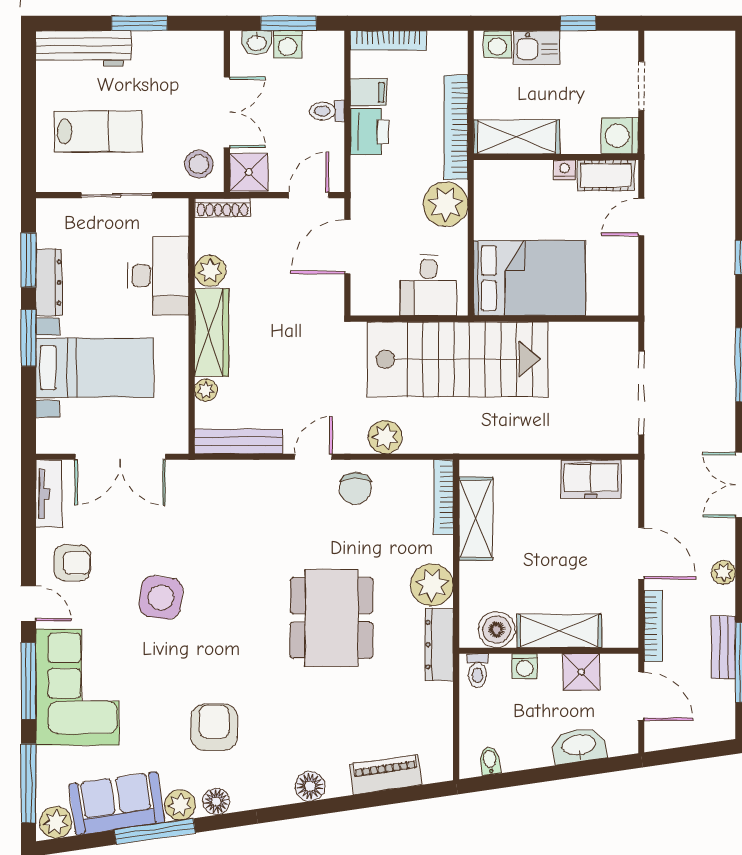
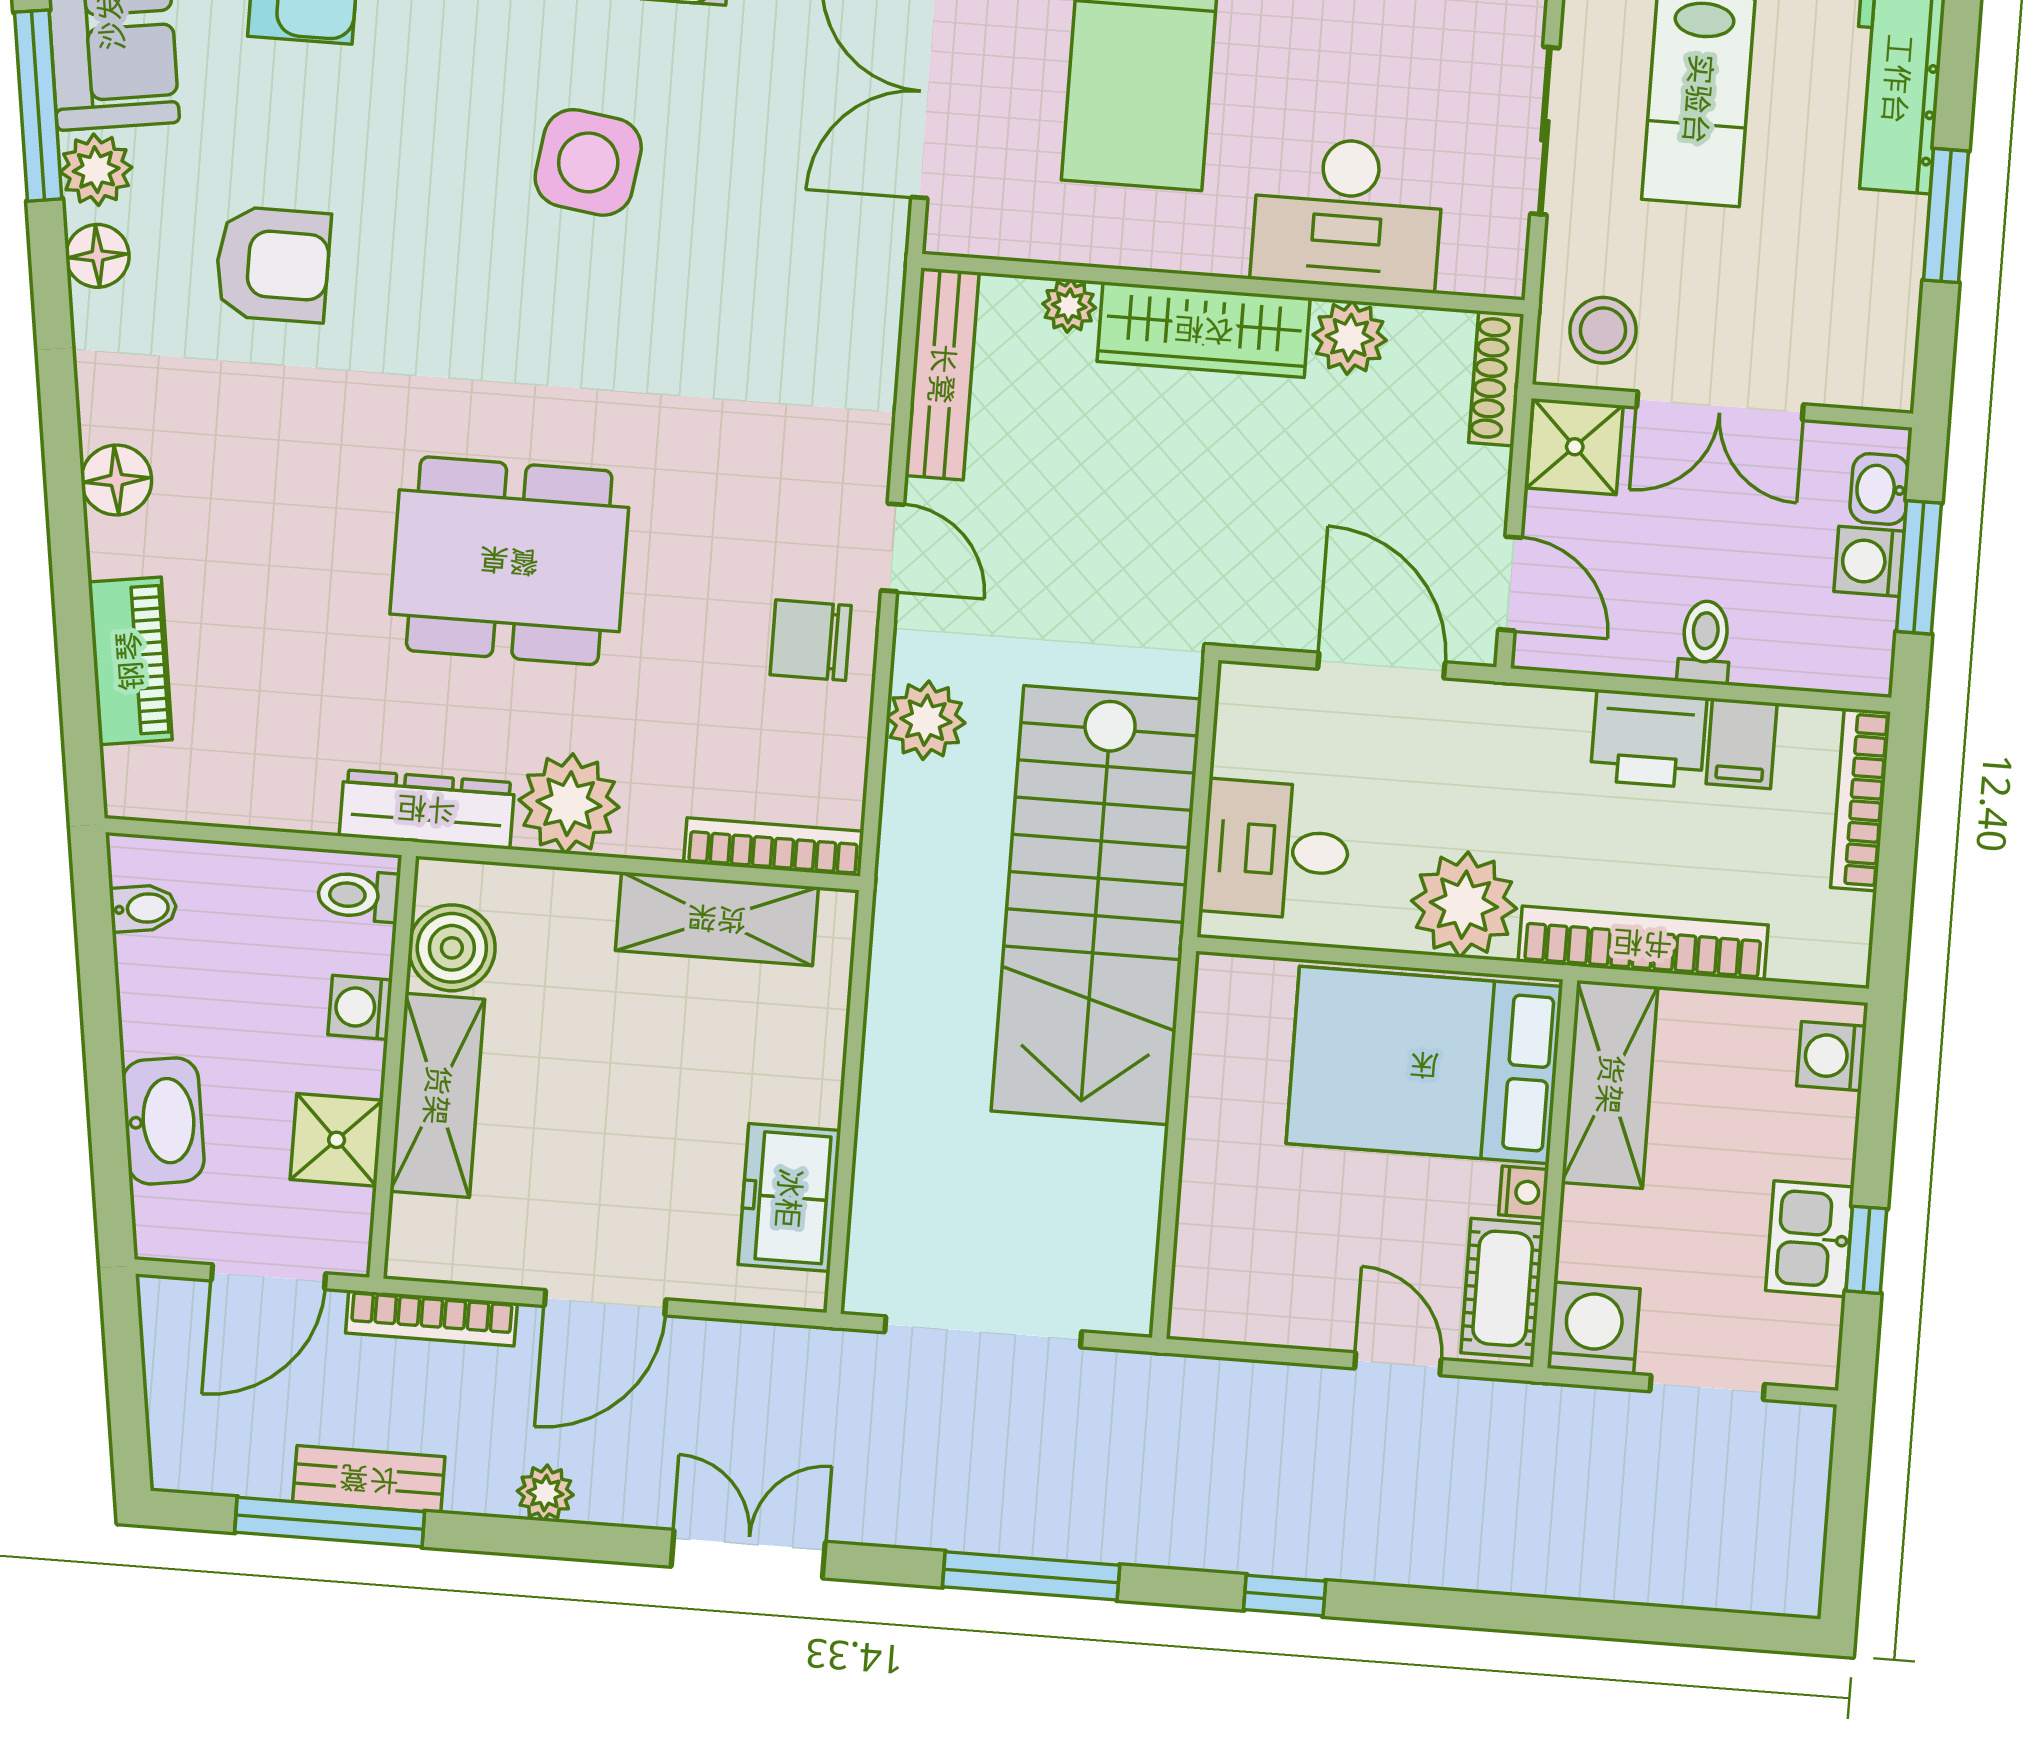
kitchen sink: (537, 47) -> (1810, 1239), moved
bed: (529, 278) -> (1424, 1065), moved, turned 90

